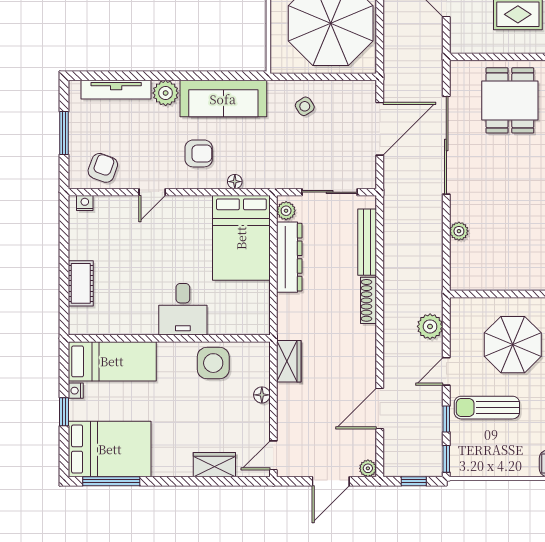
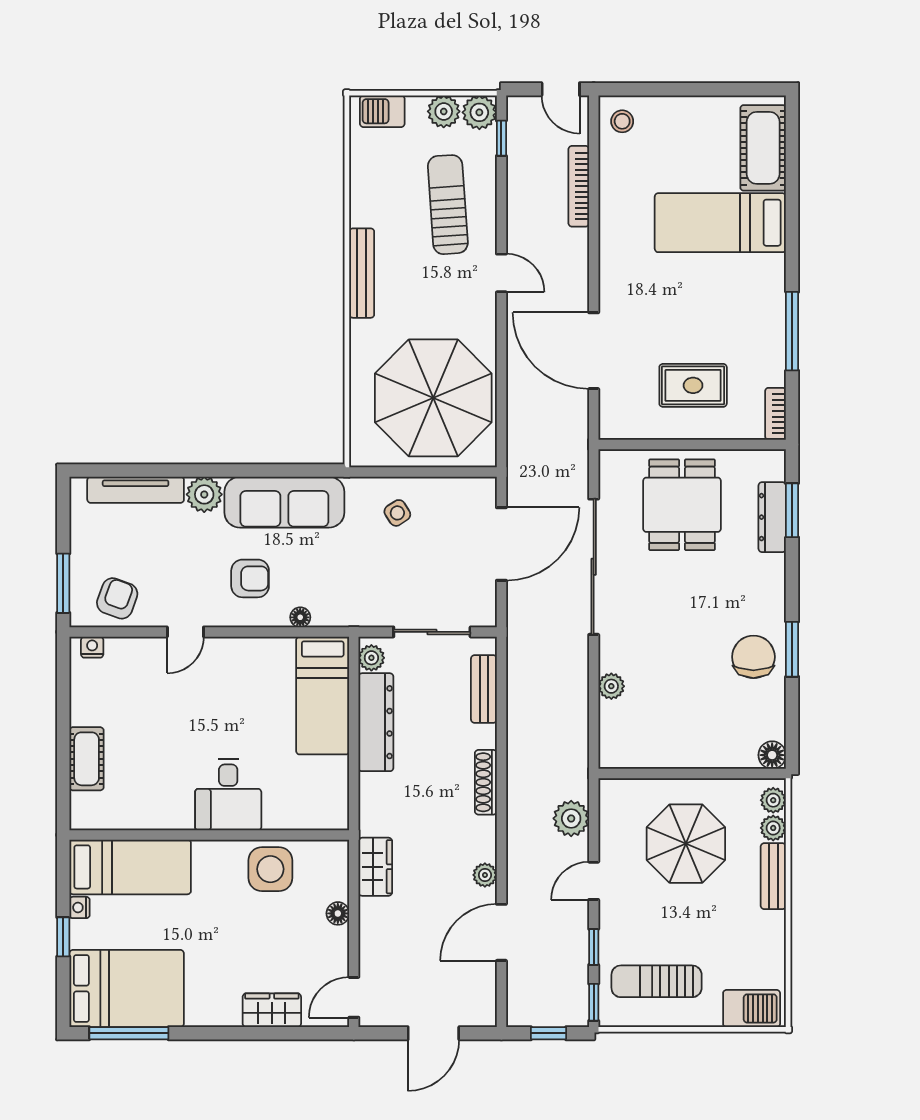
window: (64, 133) -> (63, 583), moved
bed: (241, 238) -> (323, 696), width x0.67
bench: (367, 242) -> (484, 689), width x0.73
sun lounger: (487, 408) -> (657, 981), moved
plant: (368, 468) -> (485, 875), moved

